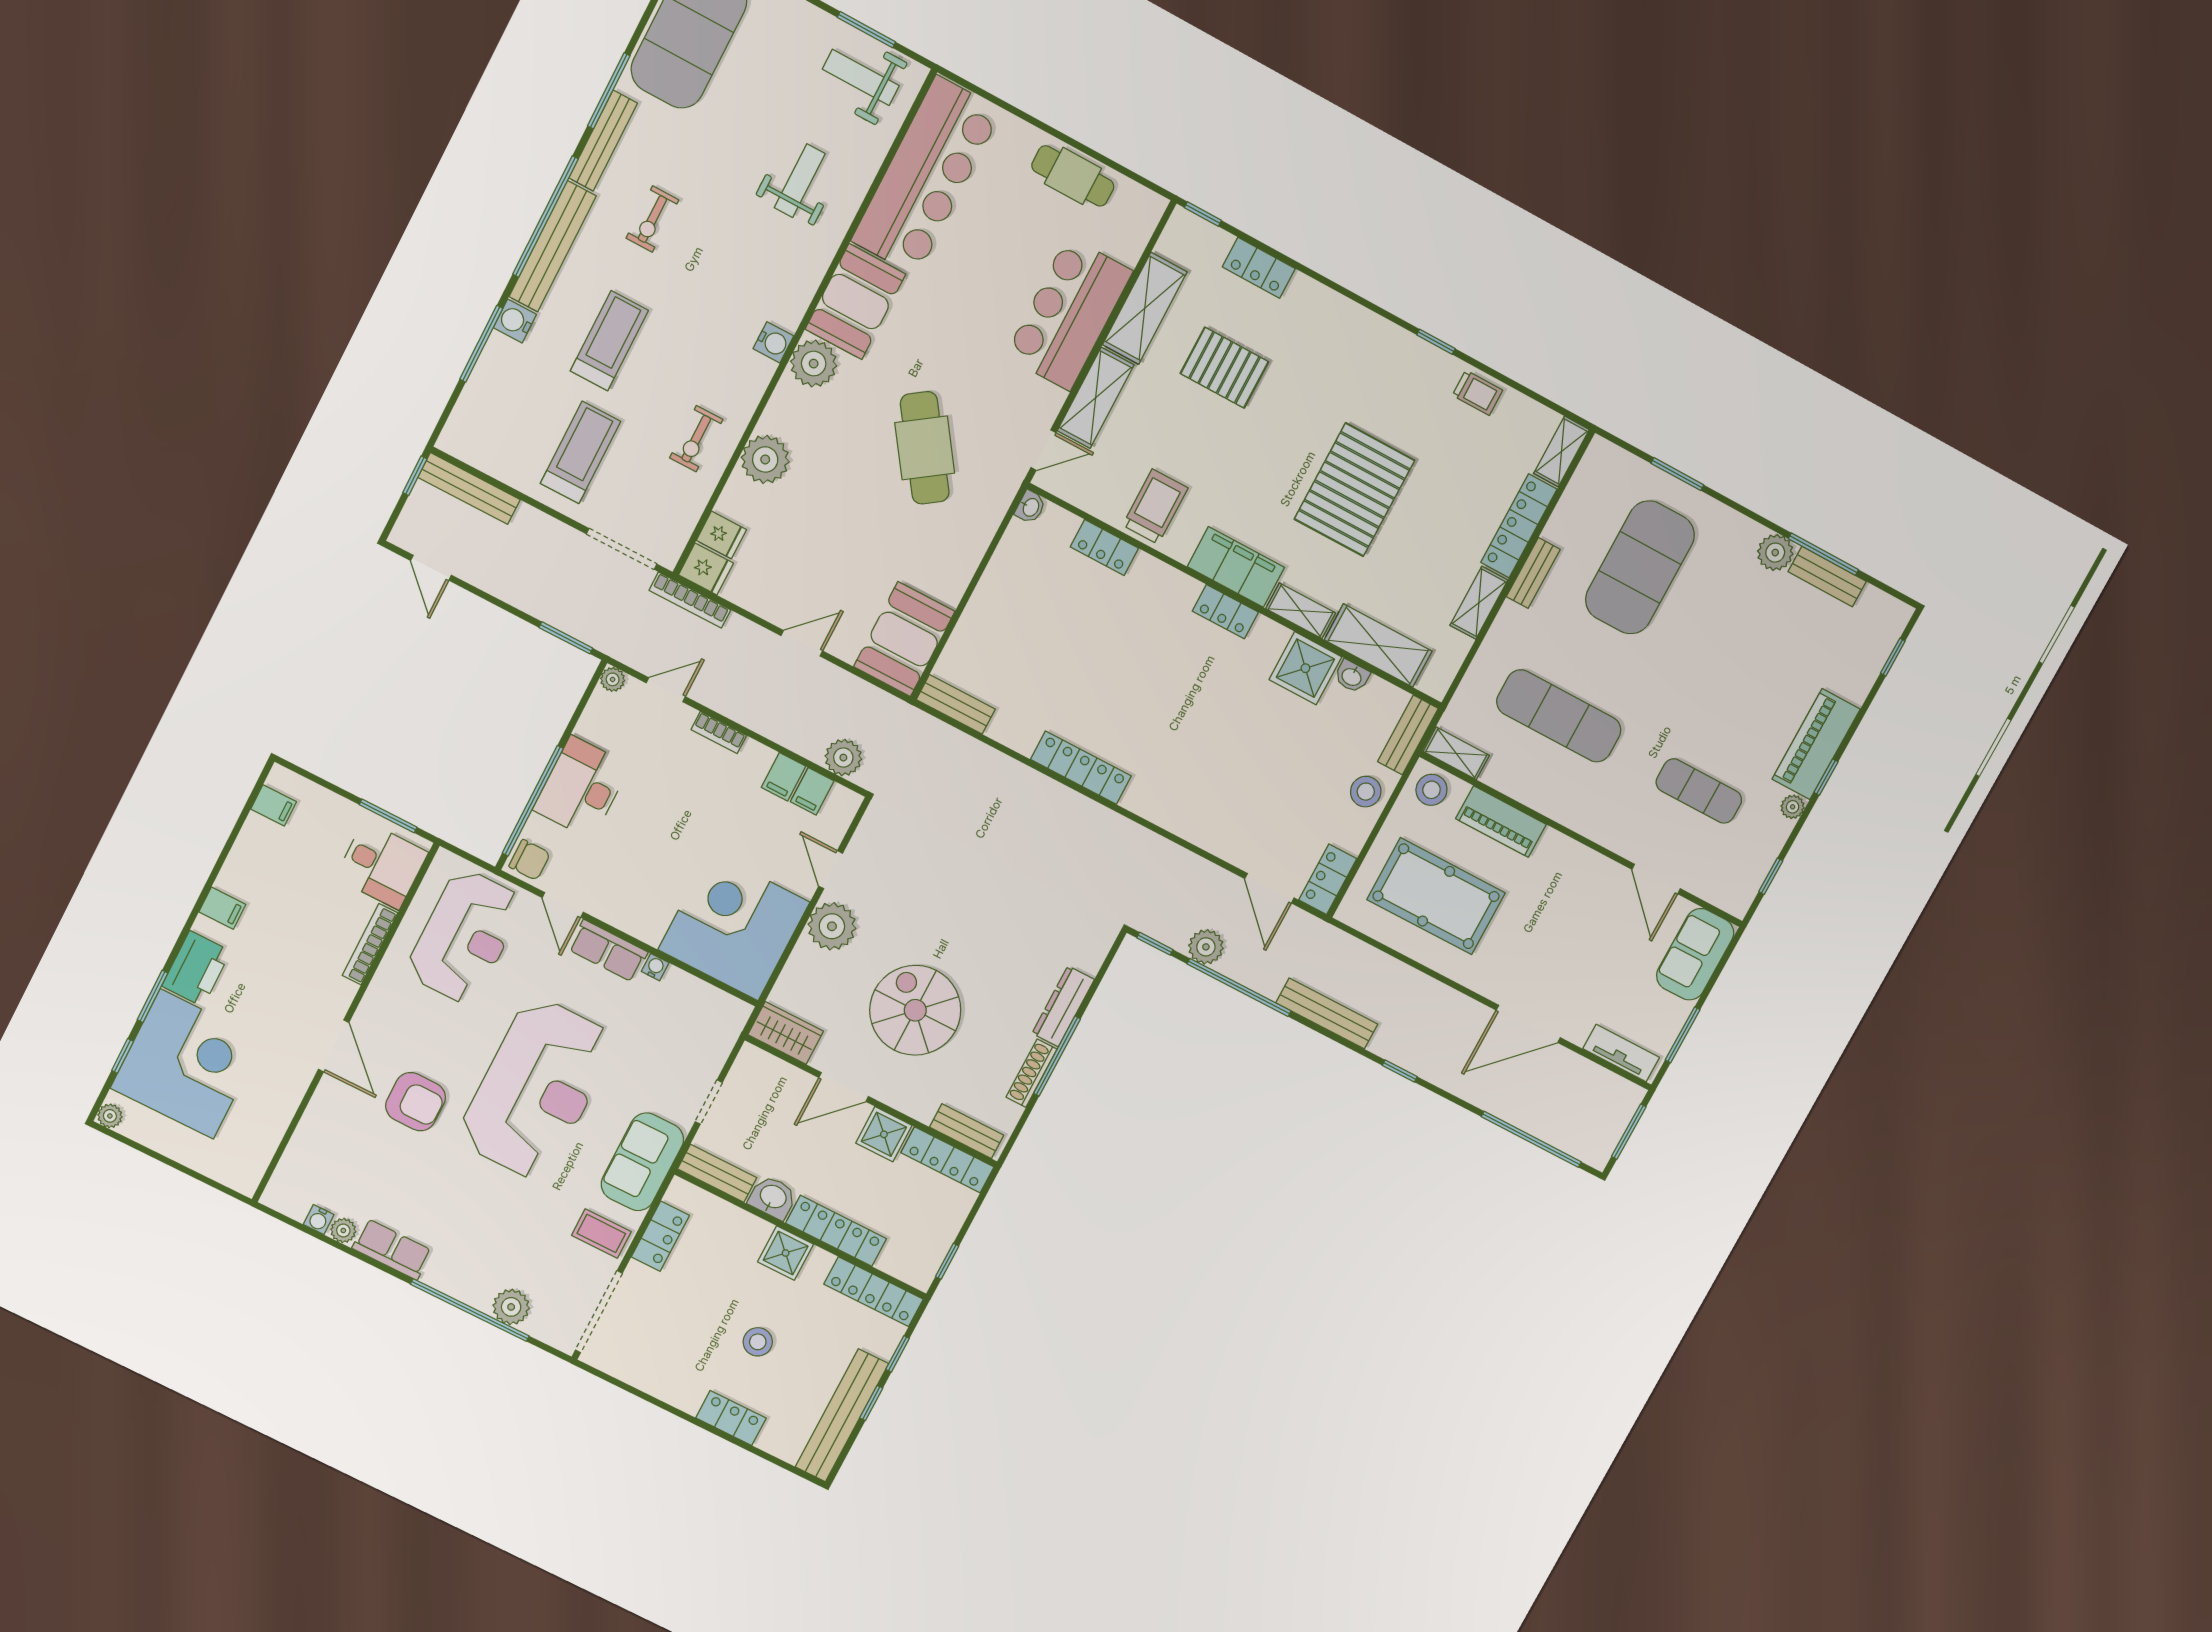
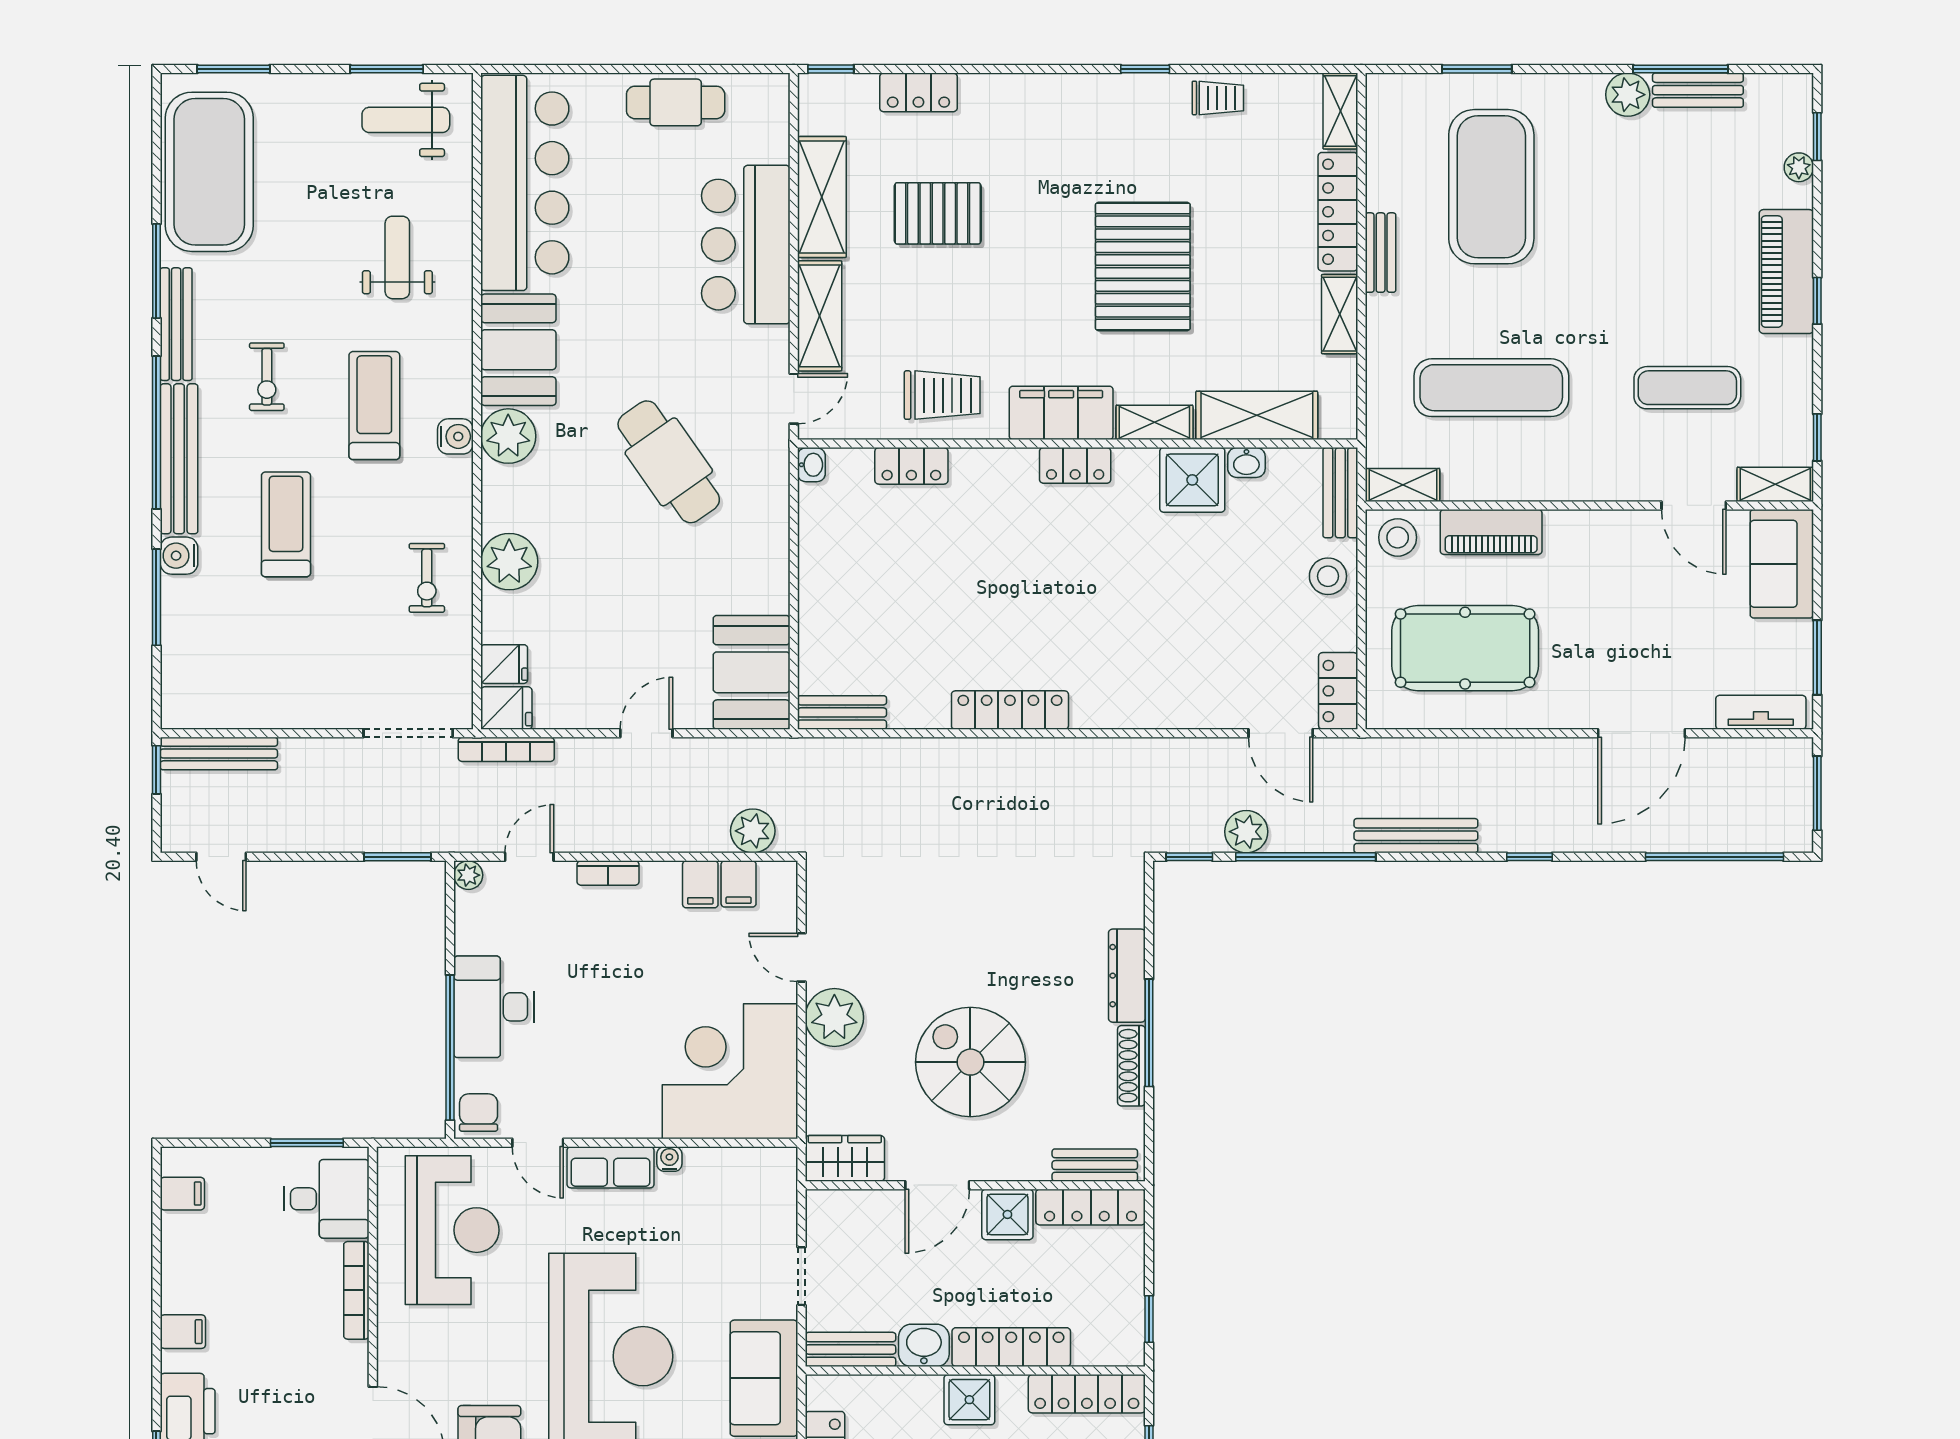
treadmill: (581, 452) -> (374, 406), moved
trolley: (1155, 507) -> (942, 395), turned 90
plant: (1793, 807) -> (1799, 167), moved
chair: (530, 860) -> (479, 1112), turned -90
shelving: (1722, 895) -> (1775, 484), added

